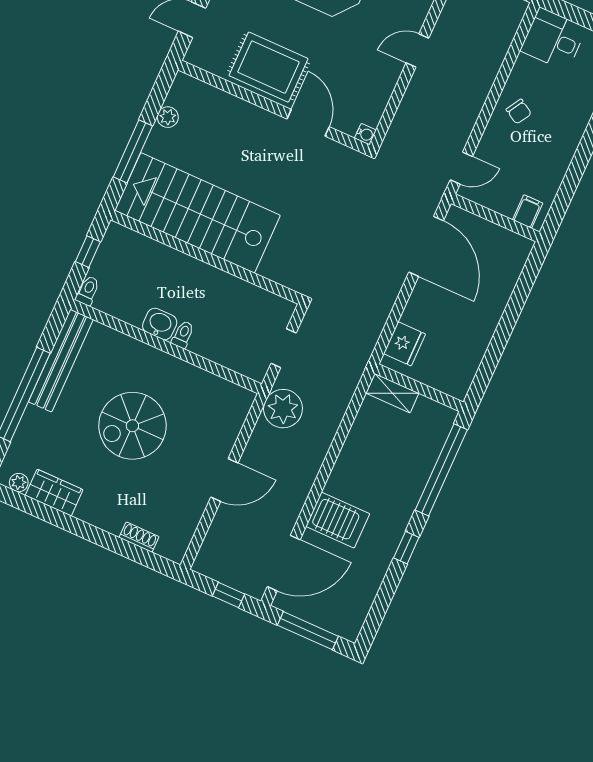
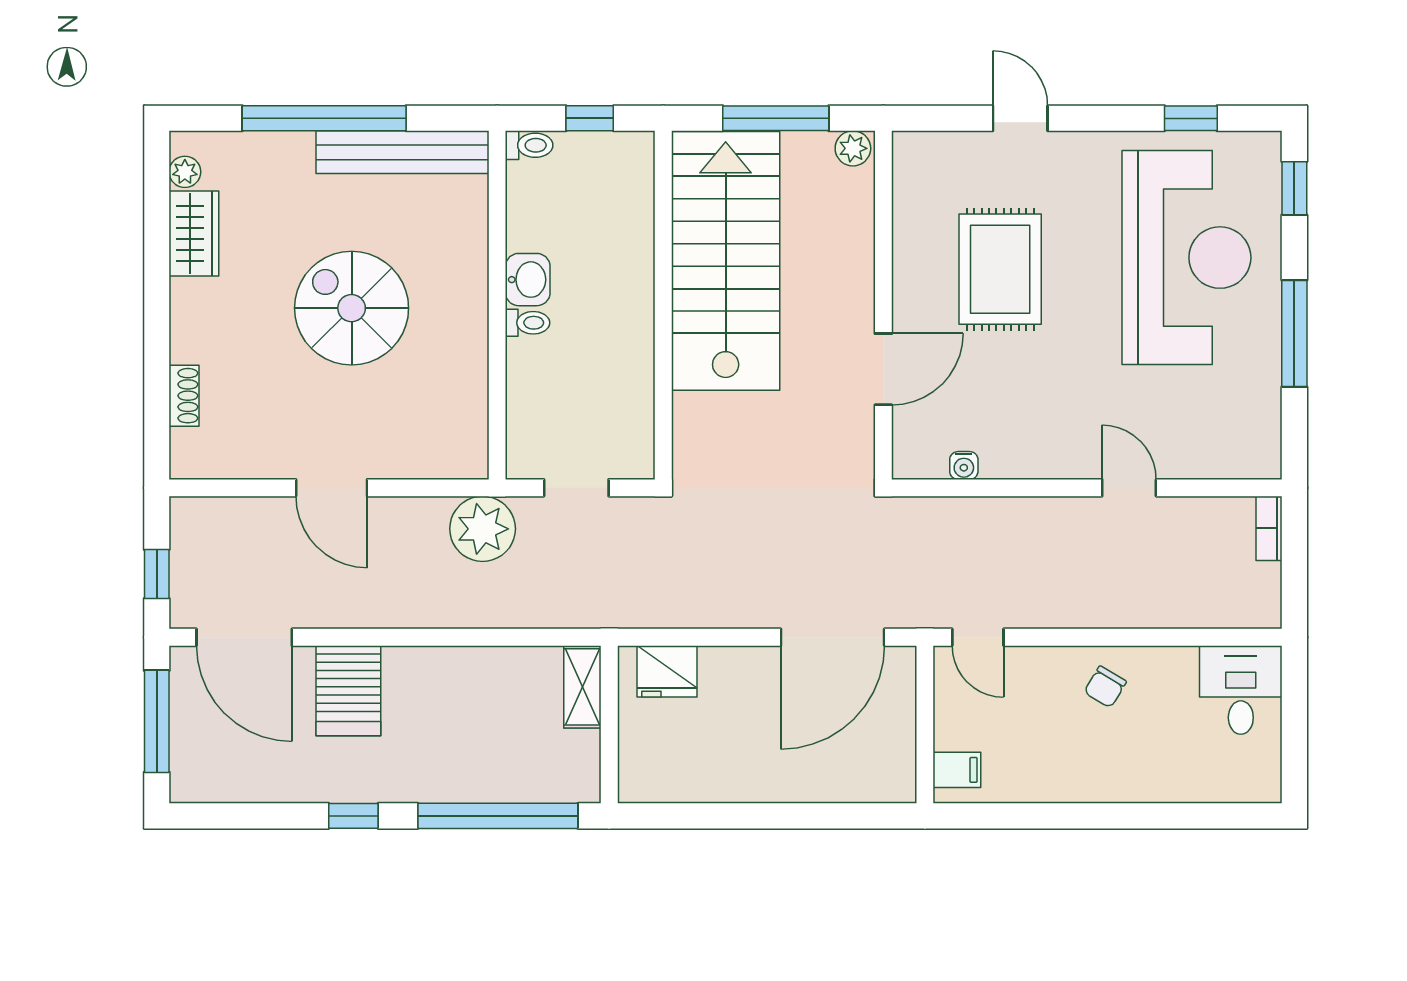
wall: (274, 107) -> (883, 305), moved
door: (308, 123) -> (883, 369), moved

